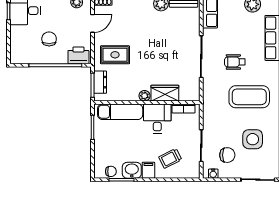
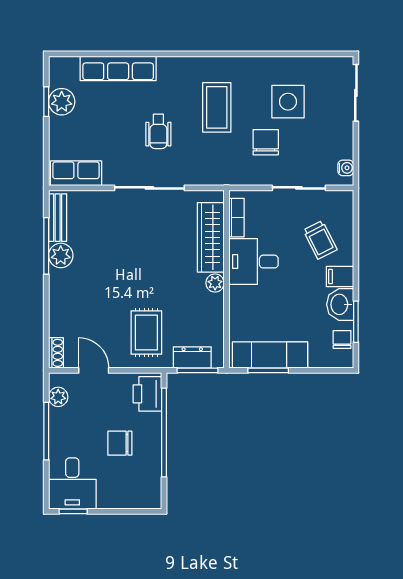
wardrobe: (165, 93) -> (211, 237), width x1.50
coffee table: (249, 97) -> (217, 107), width x0.73, depth x0.76
exam couch: (120, 112) -> (270, 355), moved, turned -90
chair: (227, 155) -> (266, 142), moved

